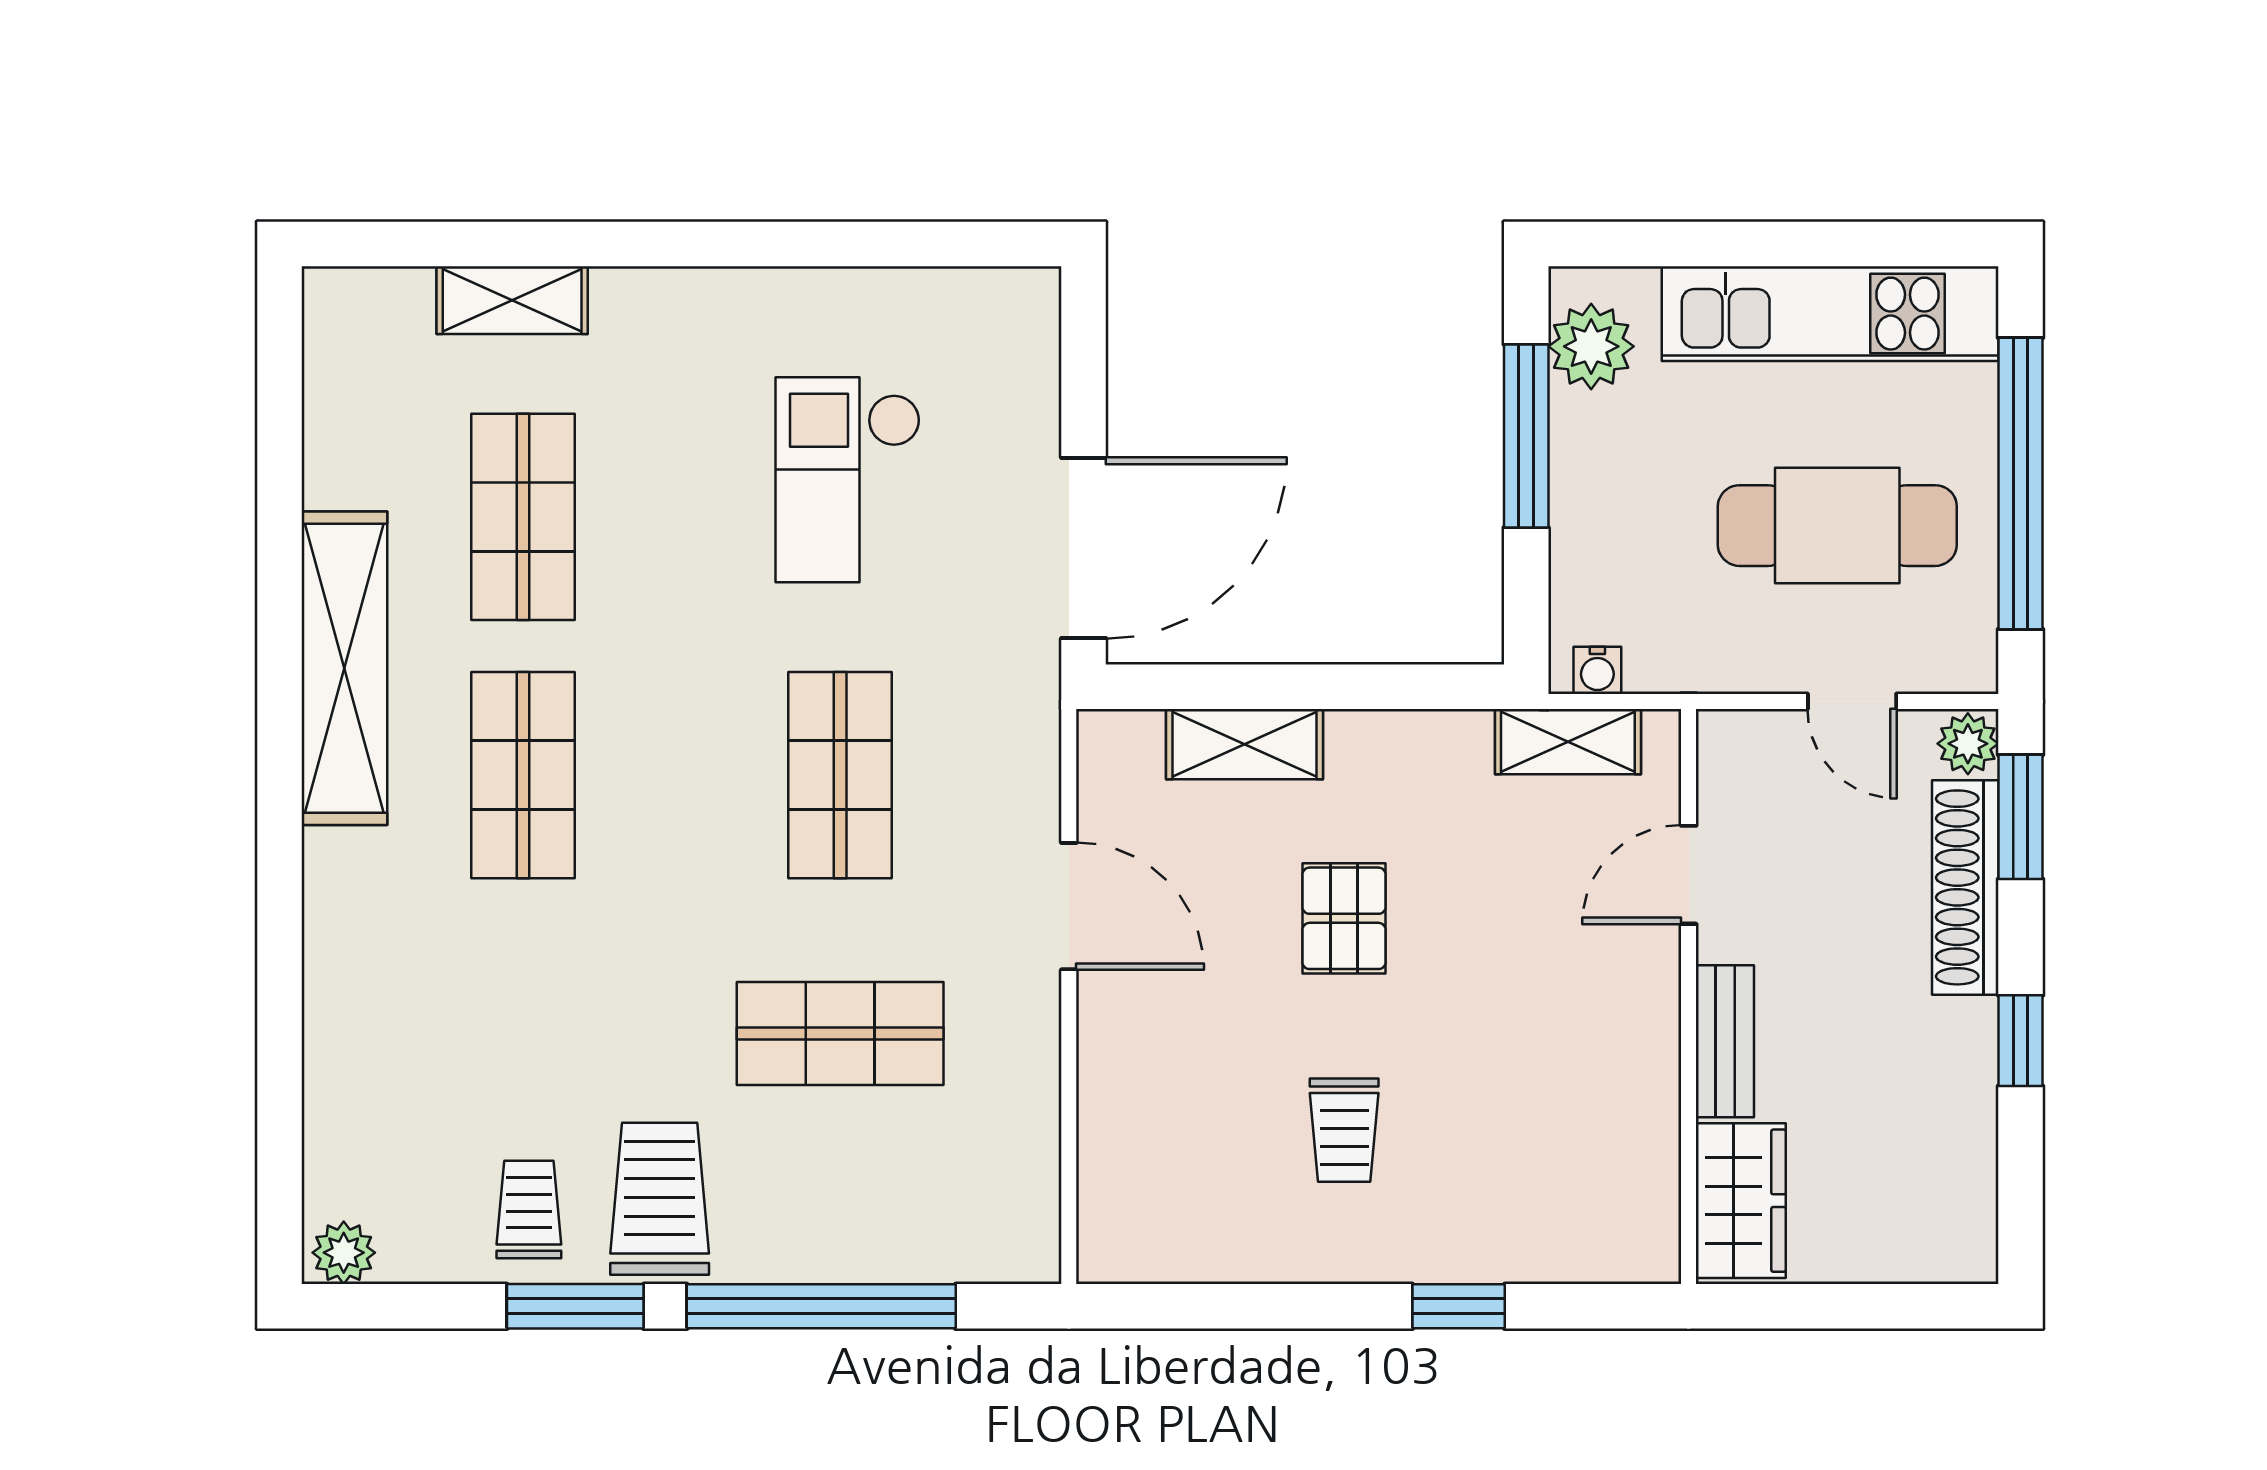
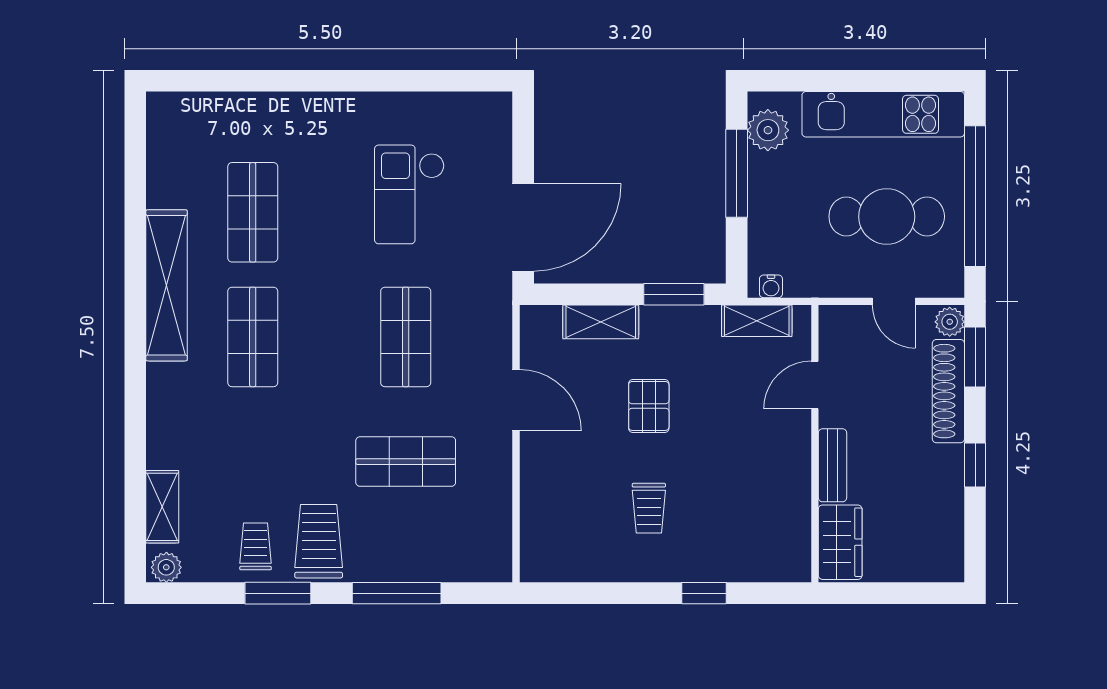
shelving: (512, 300) -> (162, 507), moved, turned 90
window: (1396, 687) -> (674, 294), added
window: (821, 1306) -> (397, 593), width x0.68

